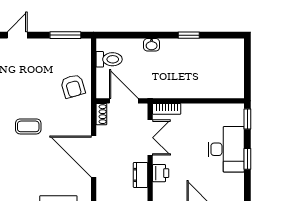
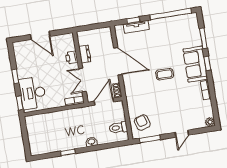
armchair: (73, 86) -> (142, 123), moved
door: (124, 101) -> (104, 102), swing flipped
desk: (226, 149) -> (33, 93), moved

